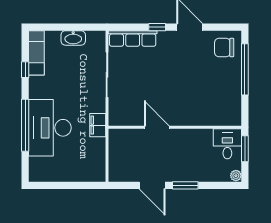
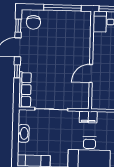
window: (219, 27) -> (18, 26), added
window: (245, 69) -> (62, 8), moved

